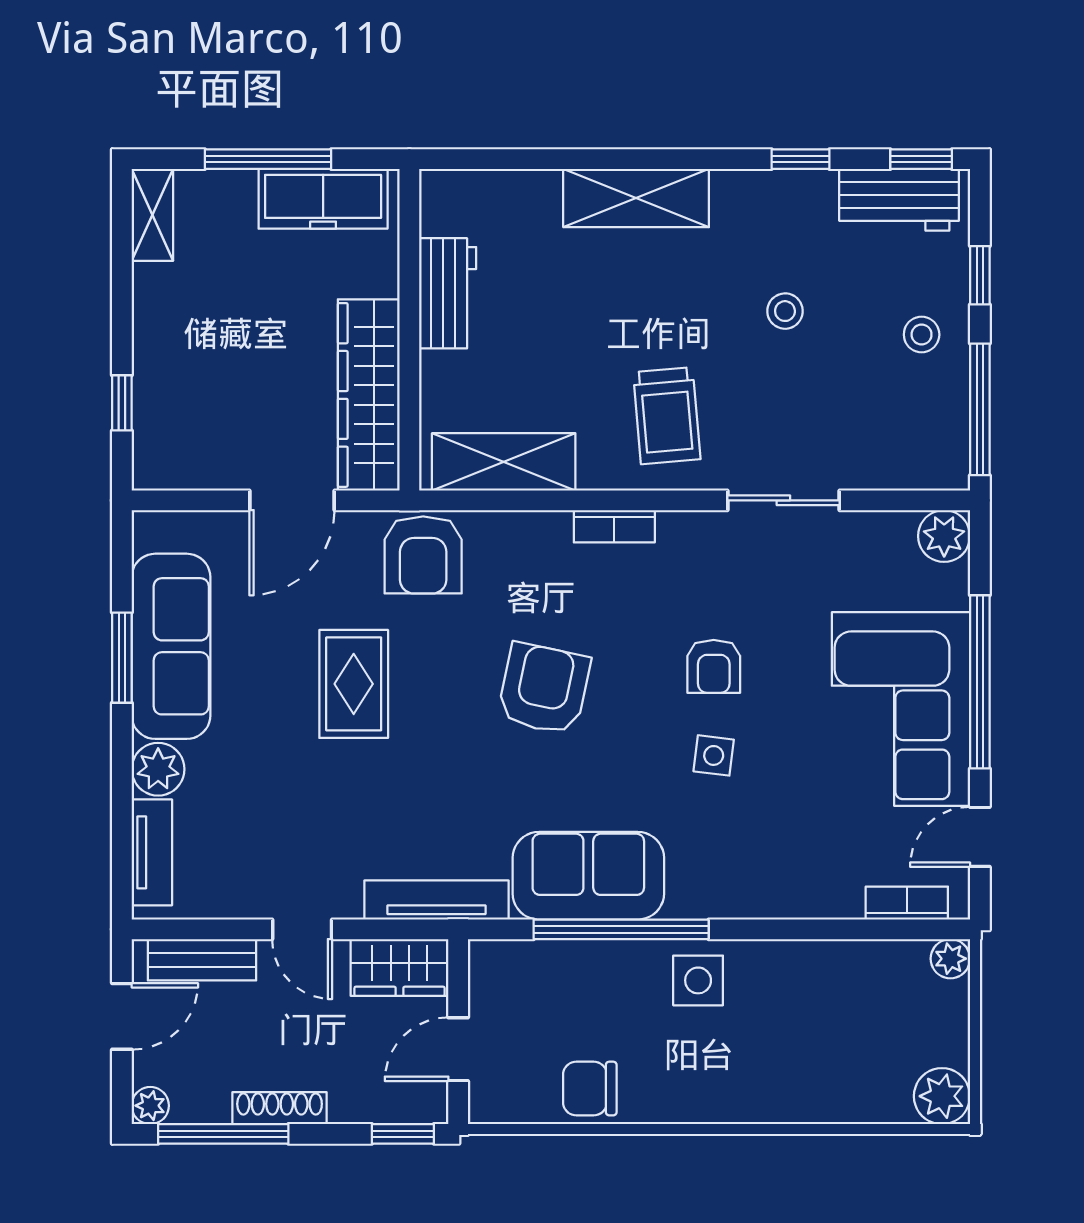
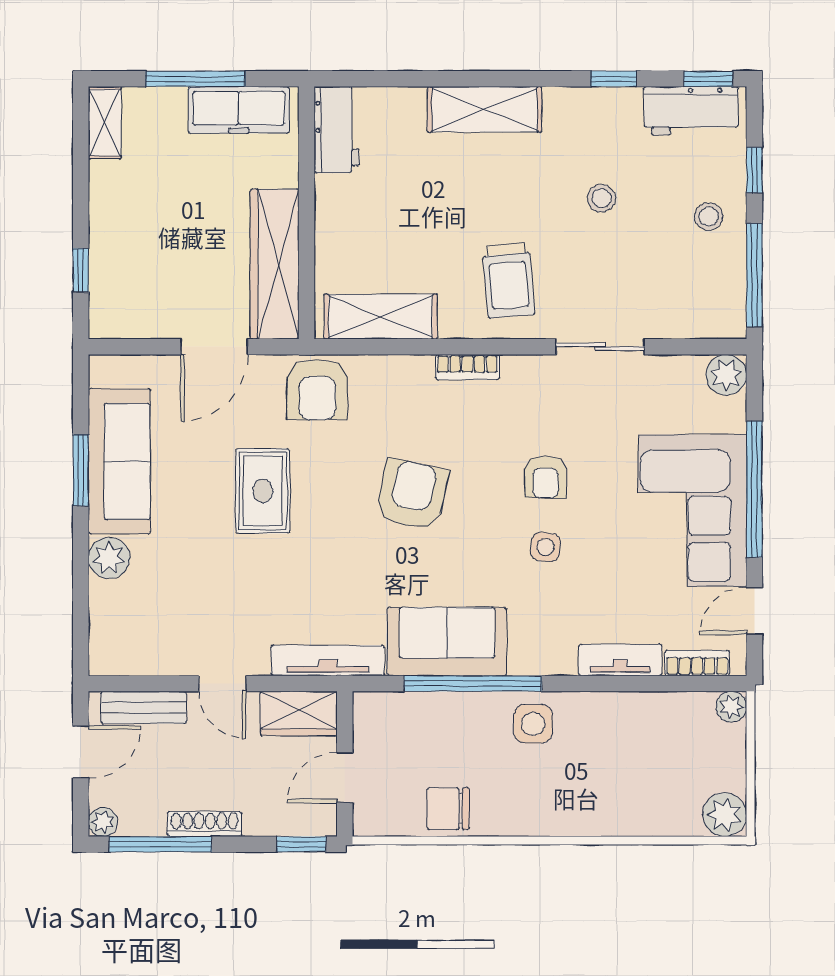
workbench: (448, 293) -> (337, 130), moved
tv unit: (152, 852) -> (620, 660), moved, turned -90

